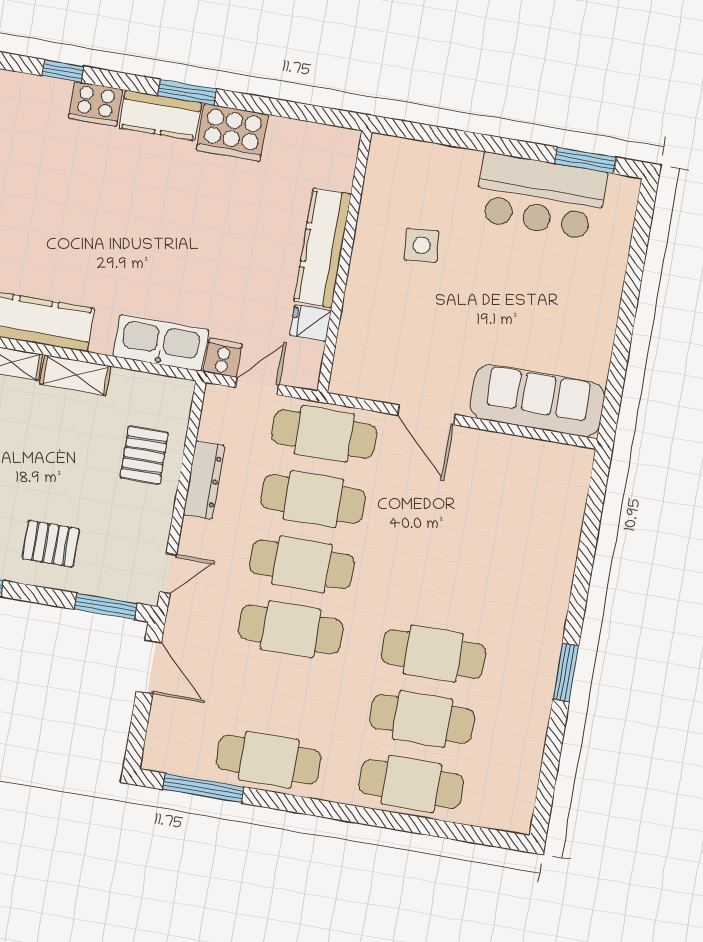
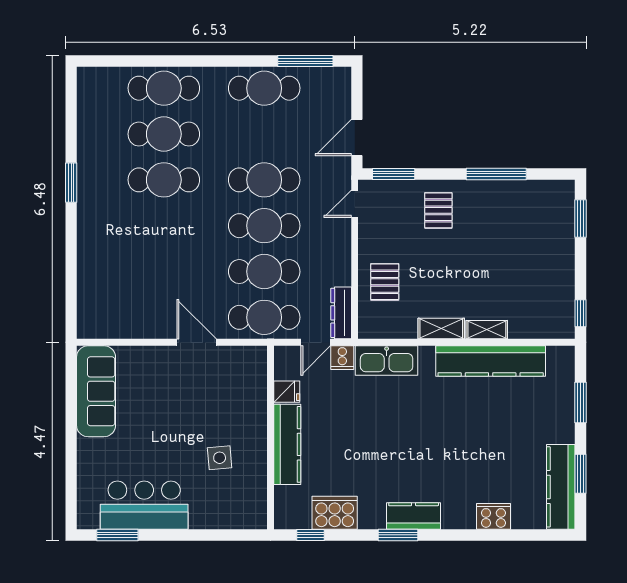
window: (63, 71) -> (311, 535), moved
cooker: (96, 104) -> (493, 516), moved
cooker: (232, 132) -> (335, 513), moved
sofa: (537, 401) -> (96, 391), moved, turned -90
dresser: (204, 480) -> (341, 313), moved
pallet: (51, 544) -> (438, 210), turned 90
door: (149, 667) -> (357, 138), hinge flipped

